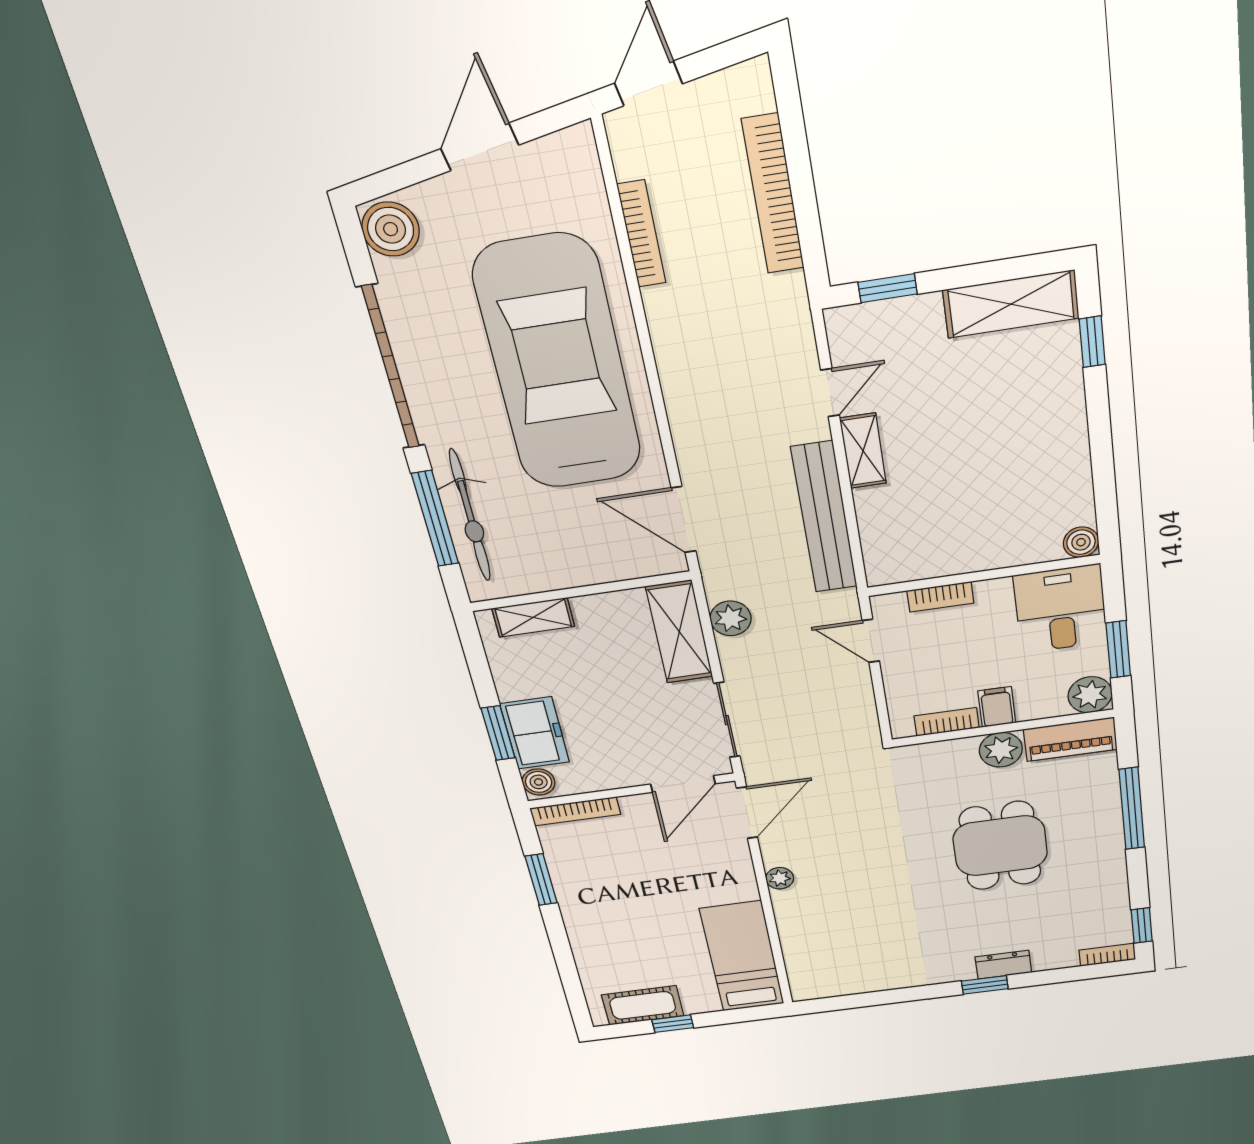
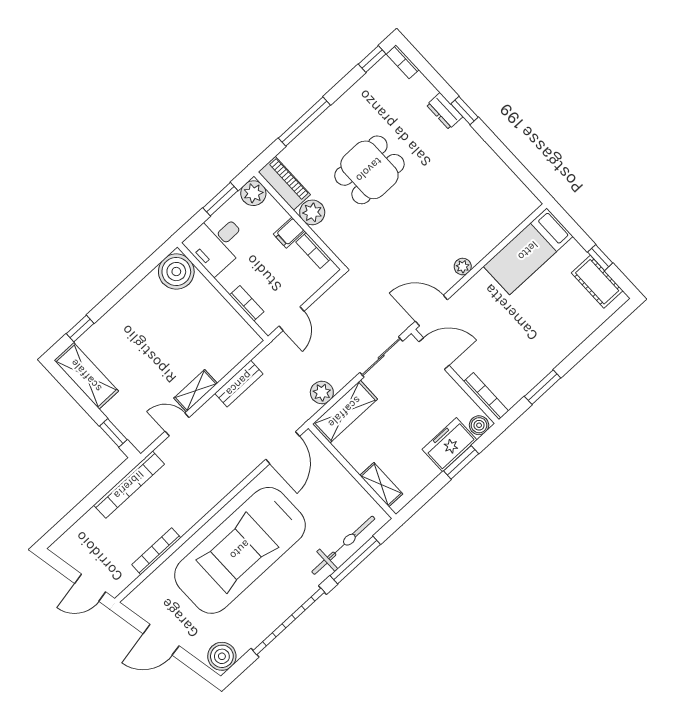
bookcase: (773, 194) -> (129, 485), moved
bench: (824, 518) -> (239, 384), width x0.54, depth x0.82
boiler: (1081, 542) -> (176, 272), width x1.86, depth x1.86

